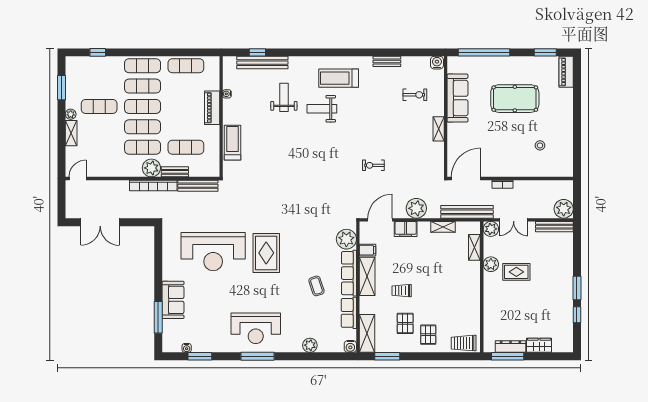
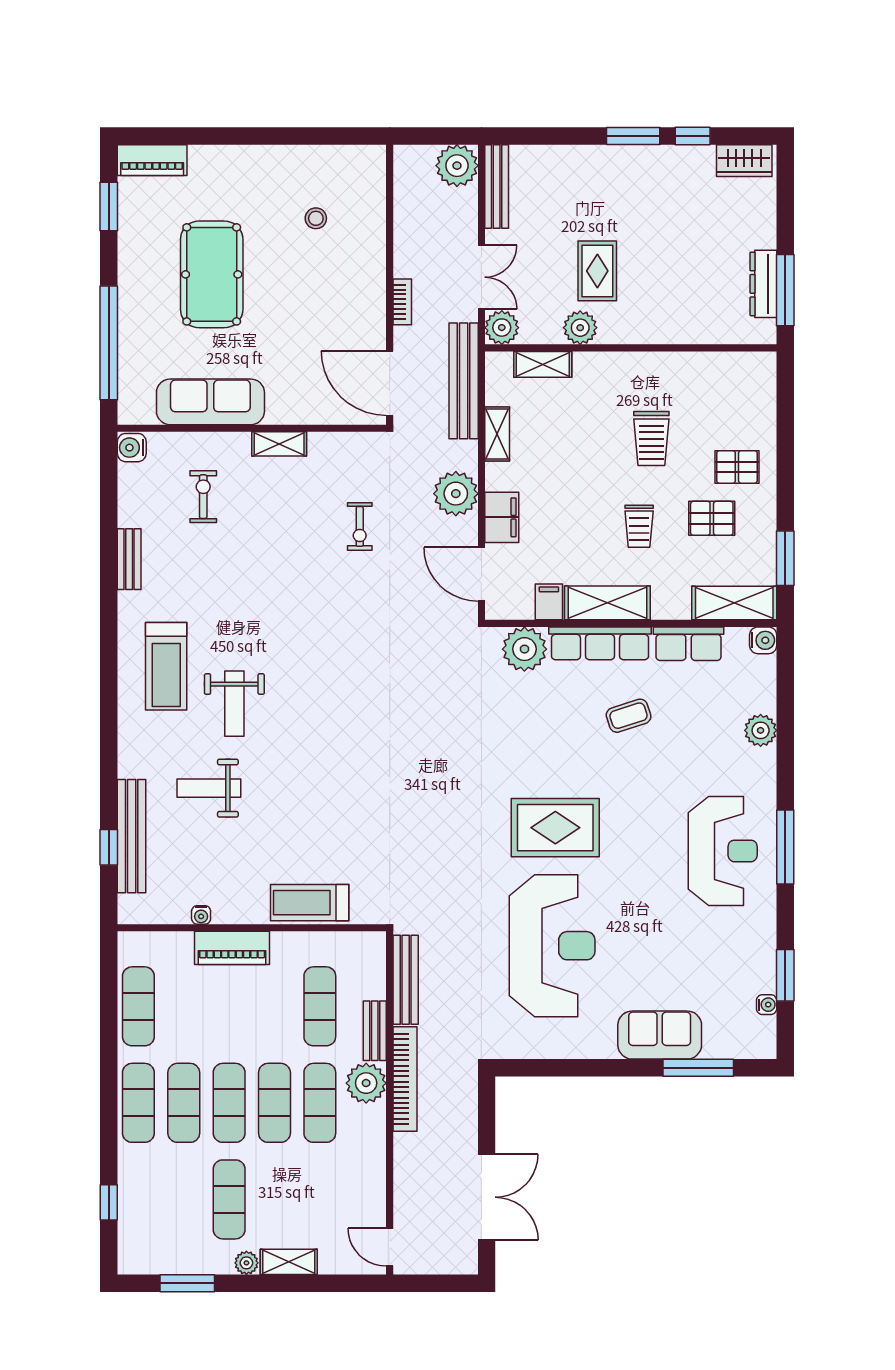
exercise bike: (373, 165) -> (360, 526), moved
trolley: (464, 343) -> (651, 438), moved
wardrobe: (539, 345) -> (744, 161), moved, turned -90

